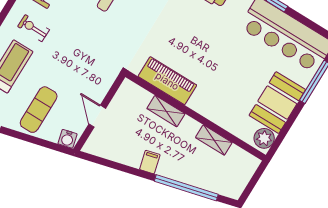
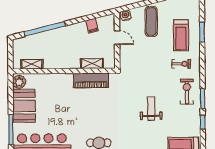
shelving: (166, 111) -> (92, 64), moved
shelving: (214, 140) -> (32, 64), moved
filing cabinet: (150, 162) -> (92, 26), moved

